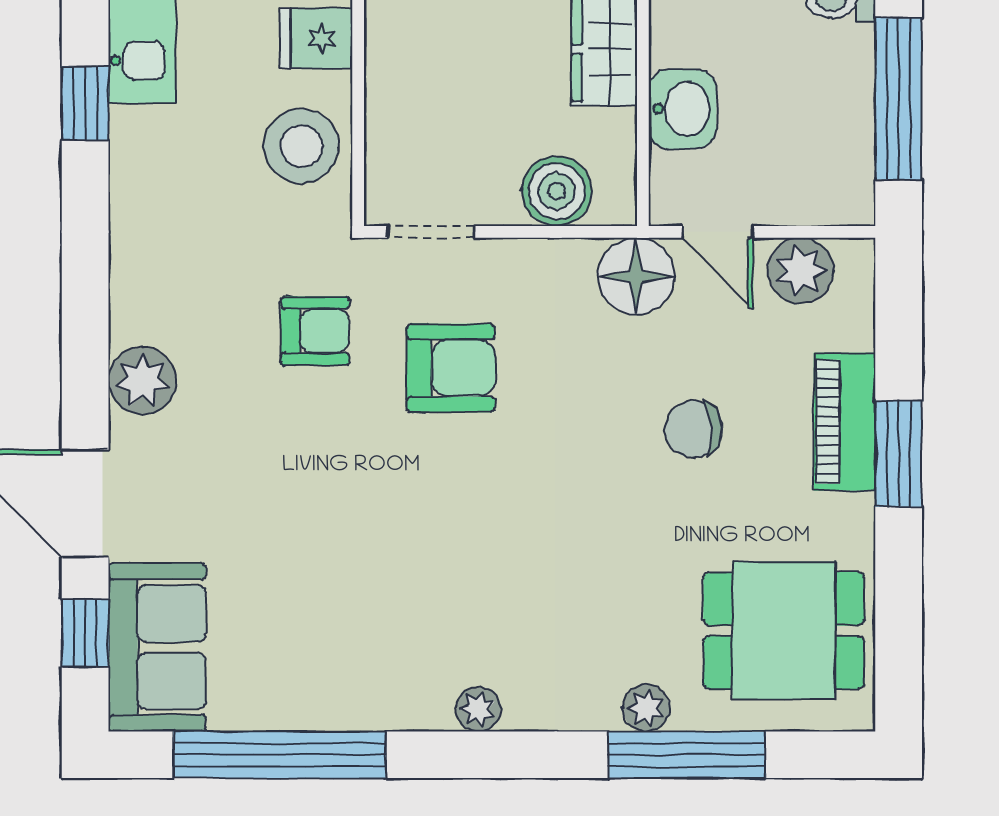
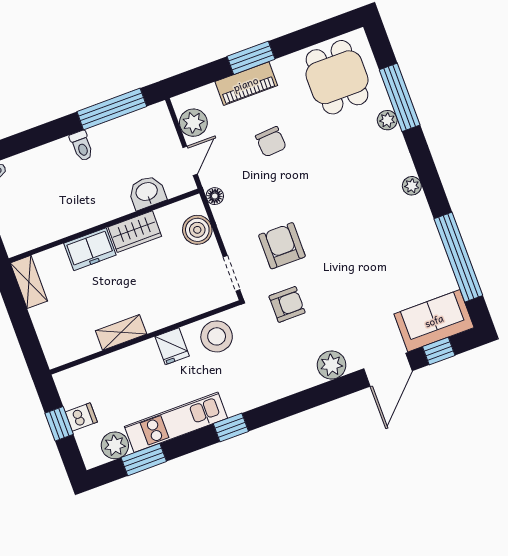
floor lamp: (636, 276) -> (215, 196), width x0.53, depth x0.53
armchair: (315, 331) -> (287, 304), turned 90

